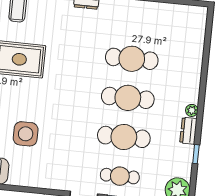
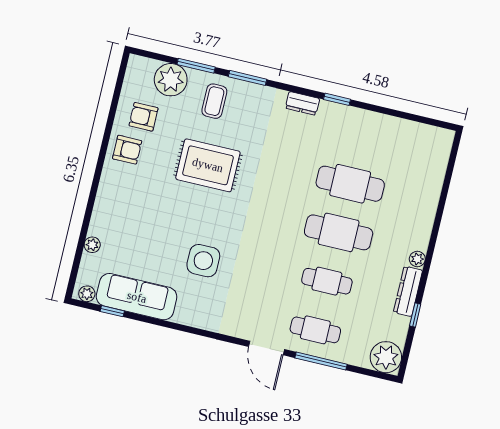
dresser: (188, 131) -> (408, 291), width x1.44
cafe table: (124, 137) -> (327, 281), width x0.73, depth x0.74

